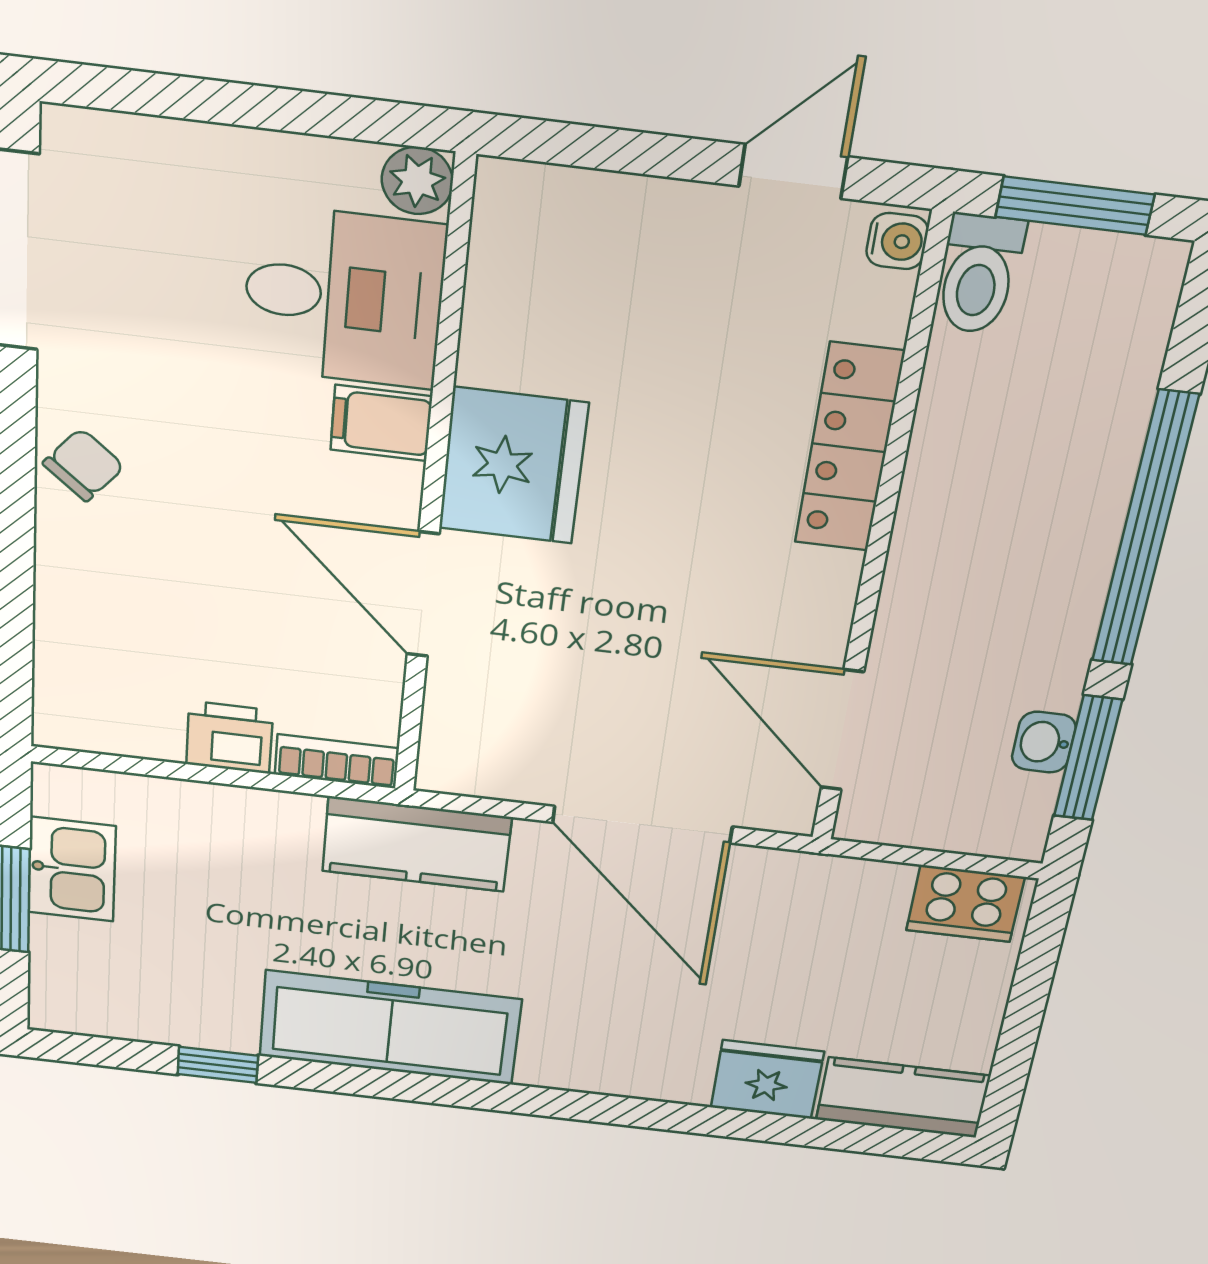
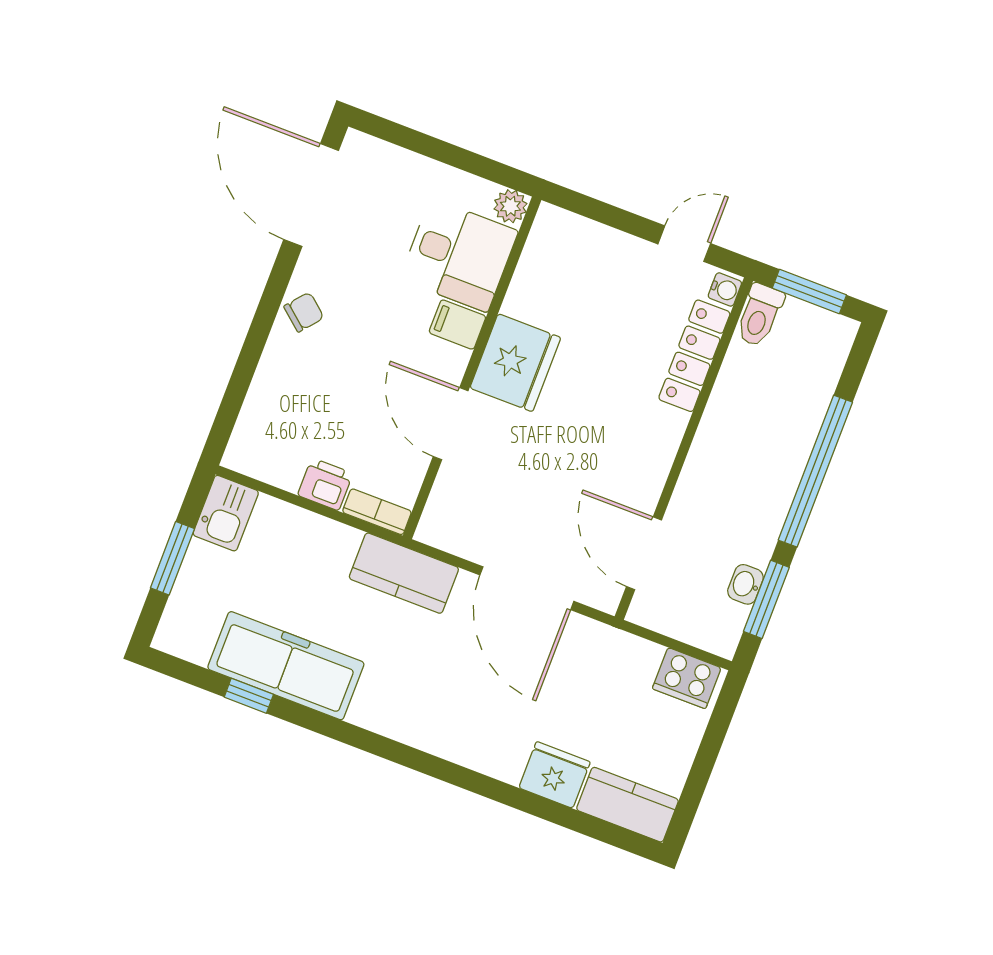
locker: (849, 448) -> (694, 356), moved
kitchen sink: (72, 869) -> (226, 513), moved
freezer: (390, 1028) -> (286, 666), moved

